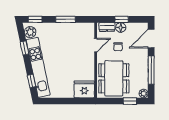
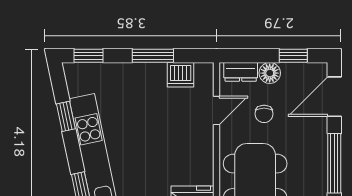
window: (122, 19) -> (293, 56), moved
dishwasher: (79, 28) -> (181, 75), added
plant: (30, 32) -> (78, 83), removed

